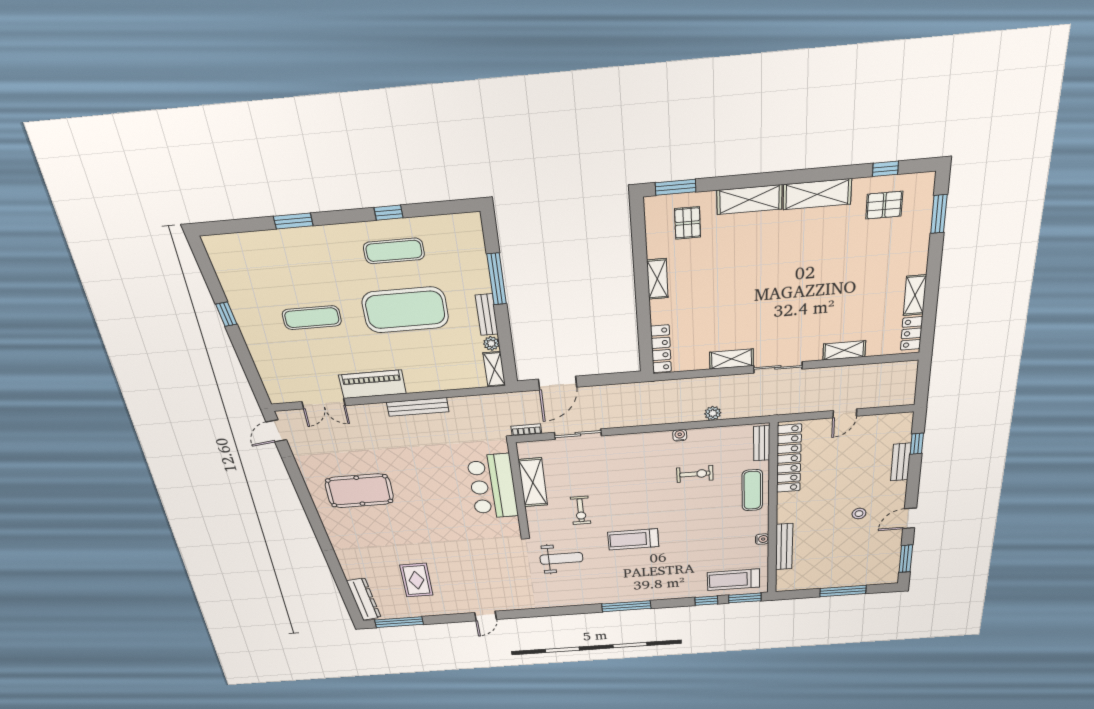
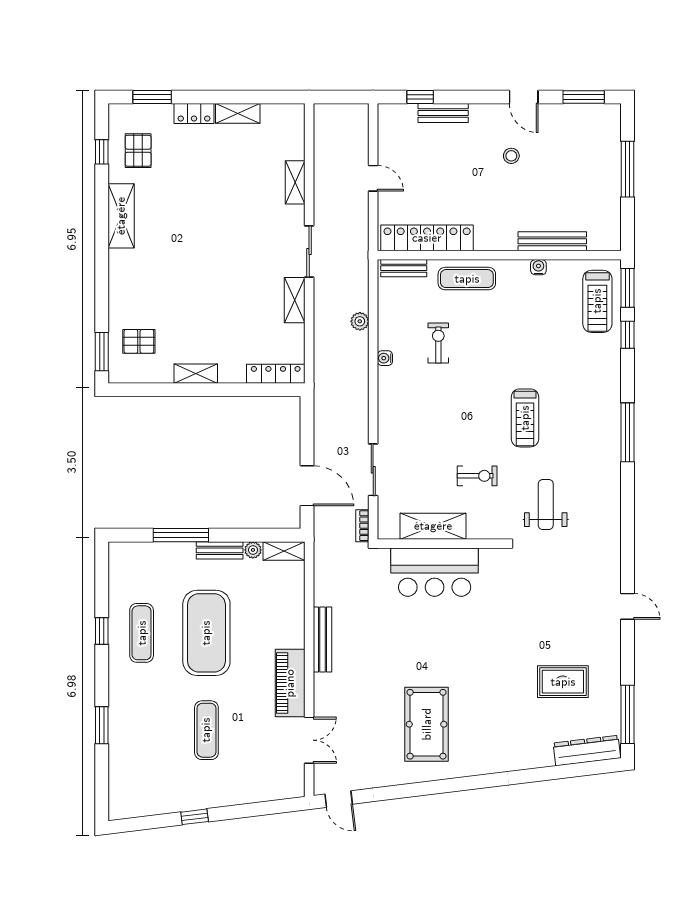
shelving: (749, 200) -> (121, 281), removed
locker: (912, 333) -> (194, 113), moved

